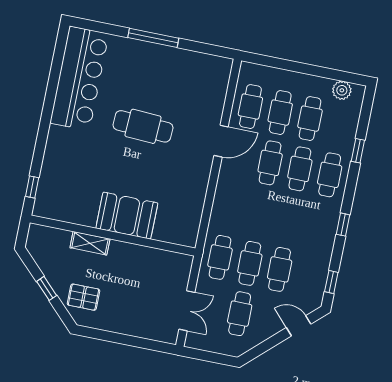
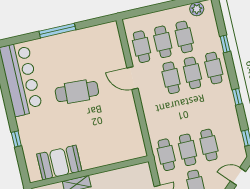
door: (221, 141) -> (133, 78), swing flipped
window: (32, 187) -> (16, 139), moved
booth: (127, 216) -> (59, 163), moved

